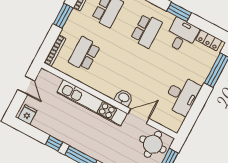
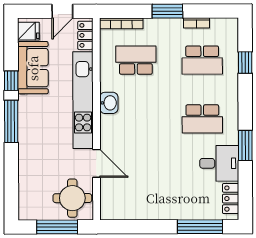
locker: (50, 78) -> (85, 35), added
desk: (182, 95) -> (149, 202), removed
washbasin: (124, 98) -> (109, 103), moved
sofa: (53, 124) -> (33, 68), added

